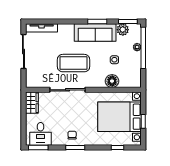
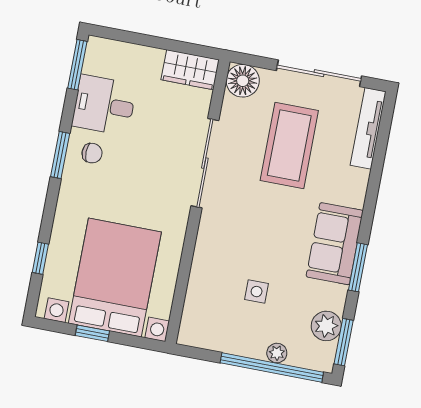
sofa: (95, 32) -> (335, 244), width x0.73
coffee table: (74, 63) -> (289, 145), moved
floor lamp: (112, 81) -> (243, 81), moved
desk: (41, 134) -> (104, 105), moved

